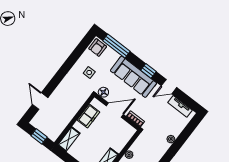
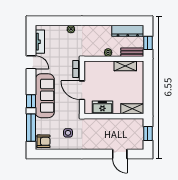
window: (148, 71) -> (31, 101), moved
floor lamp: (103, 92) -> (75, 110), removed
door: (40, 101) -> (120, 154), hinge flipped

